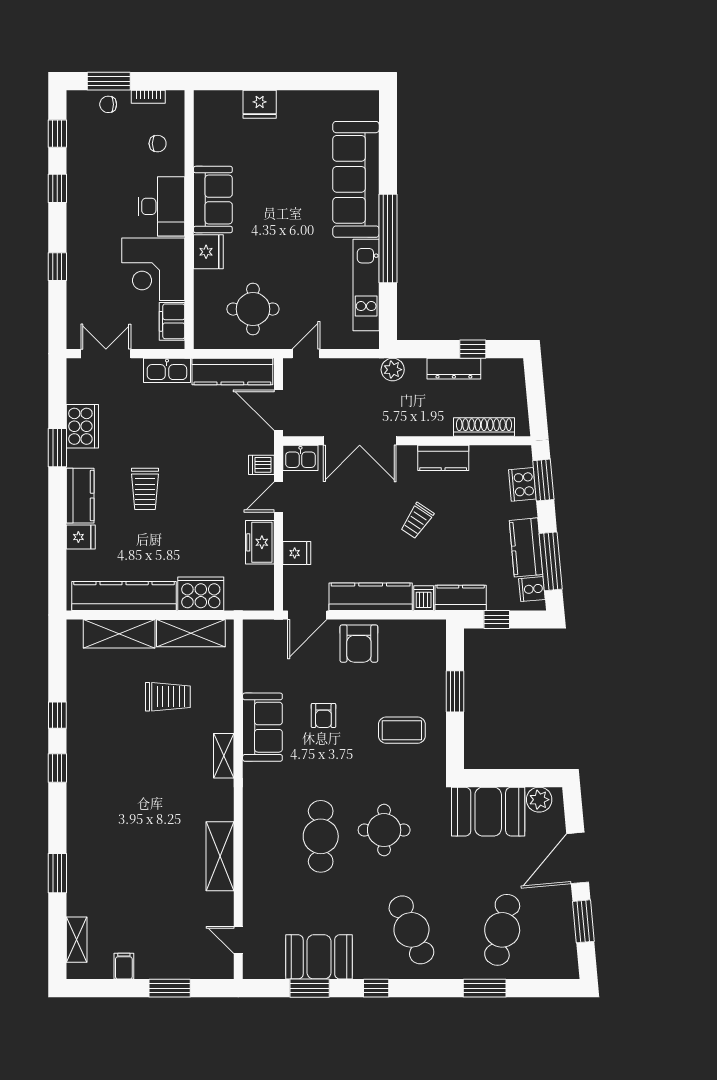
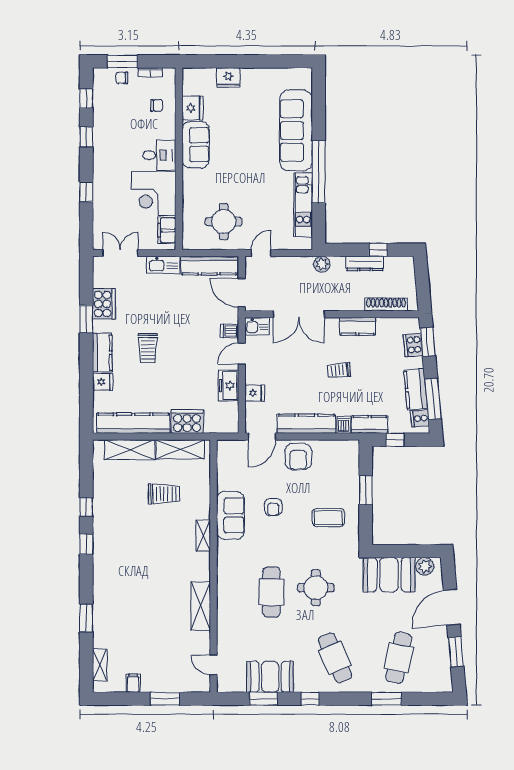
desk: (161, 206) -> (159, 155), width x0.73
fridge: (208, 252) -> (192, 108), moved
trolley: (417, 521) -> (339, 370), turned 51

